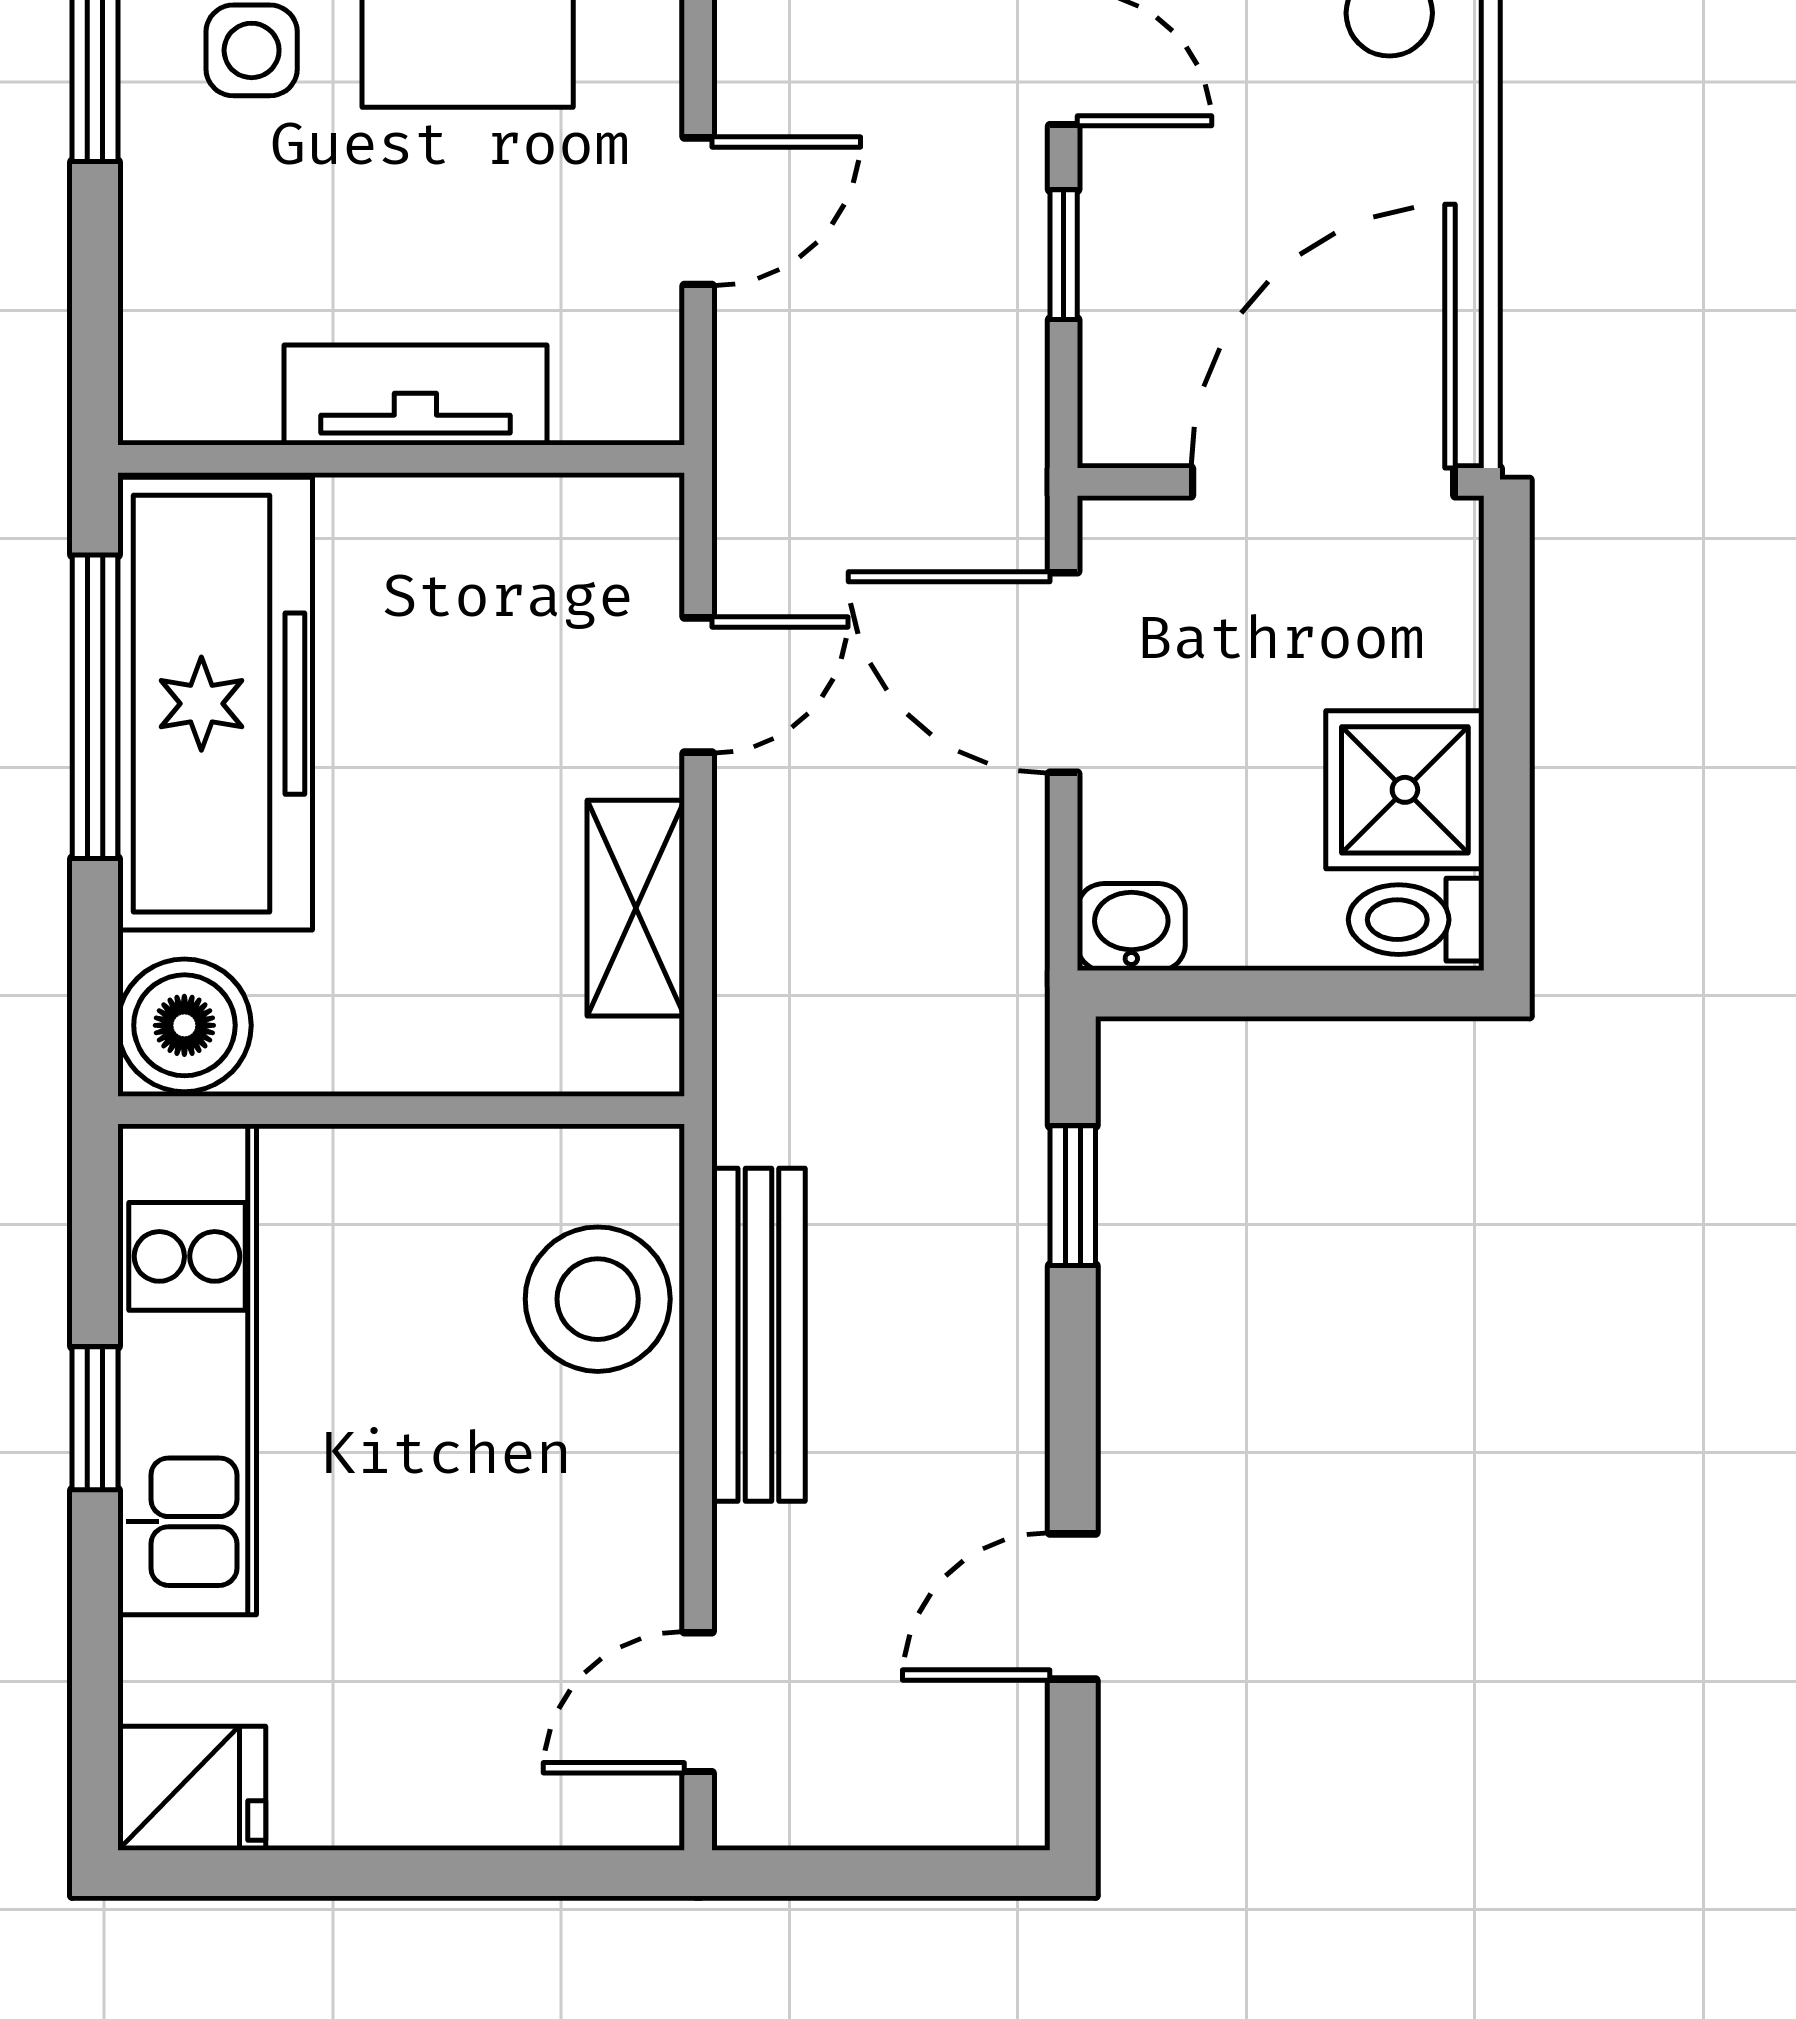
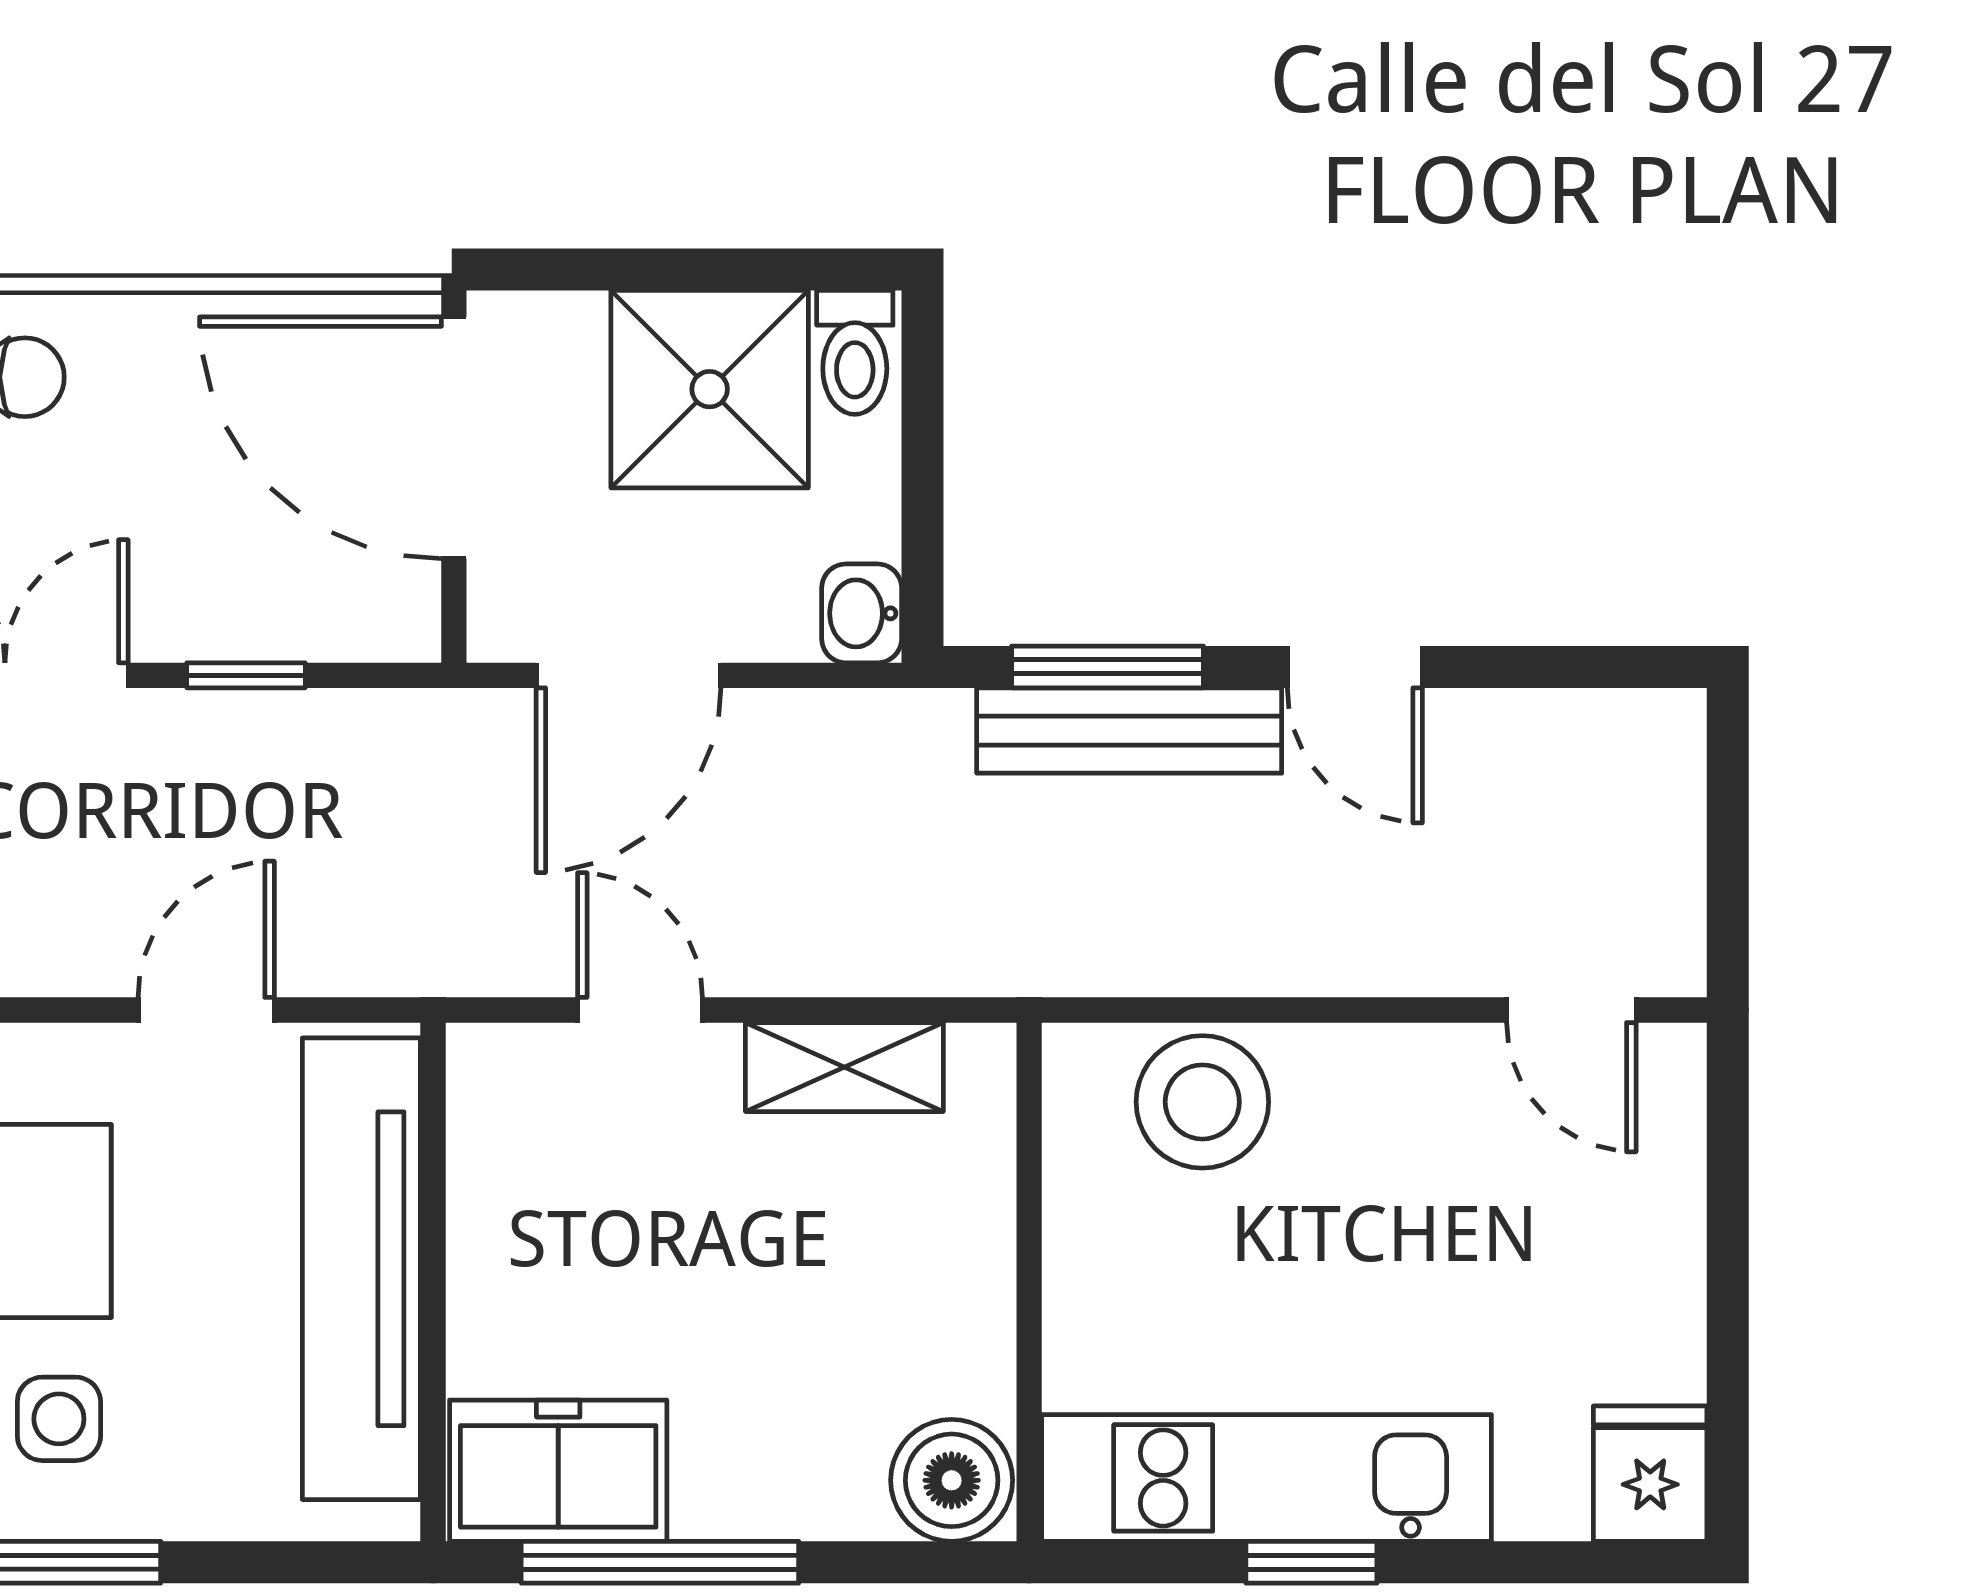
door: (698, 211) -> (206, 1010), hinge flipped
tv unit: (415, 395) -> (361, 1269), width x1.92, depth x1.29
freezer: (215, 704) -> (558, 1471), width x0.52, depth x0.79
shower: (1405, 790) -> (710, 389), width x1.36, depth x1.36
window: (1073, 1196) -> (1107, 667), width x1.50
bench: (758, 1335) -> (1129, 731), moved
door: (1073, 1607) -> (1355, 667), moved

